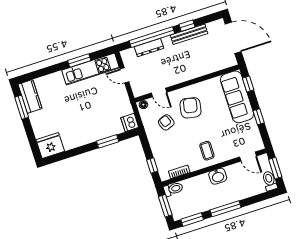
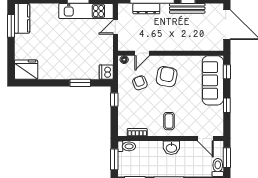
door: (124, 75) -> (115, 27), hinge flipped
door: (159, 93) -> (142, 53), hinge flipped
window: (152, 165) -> (114, 100), moved

